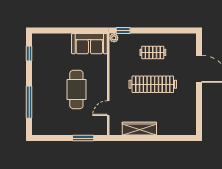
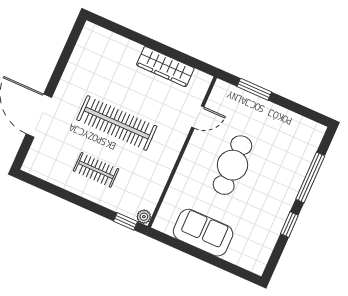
sofa: (89, 44) -> (203, 233), moved
window: (29, 54) -> (289, 224), moved

